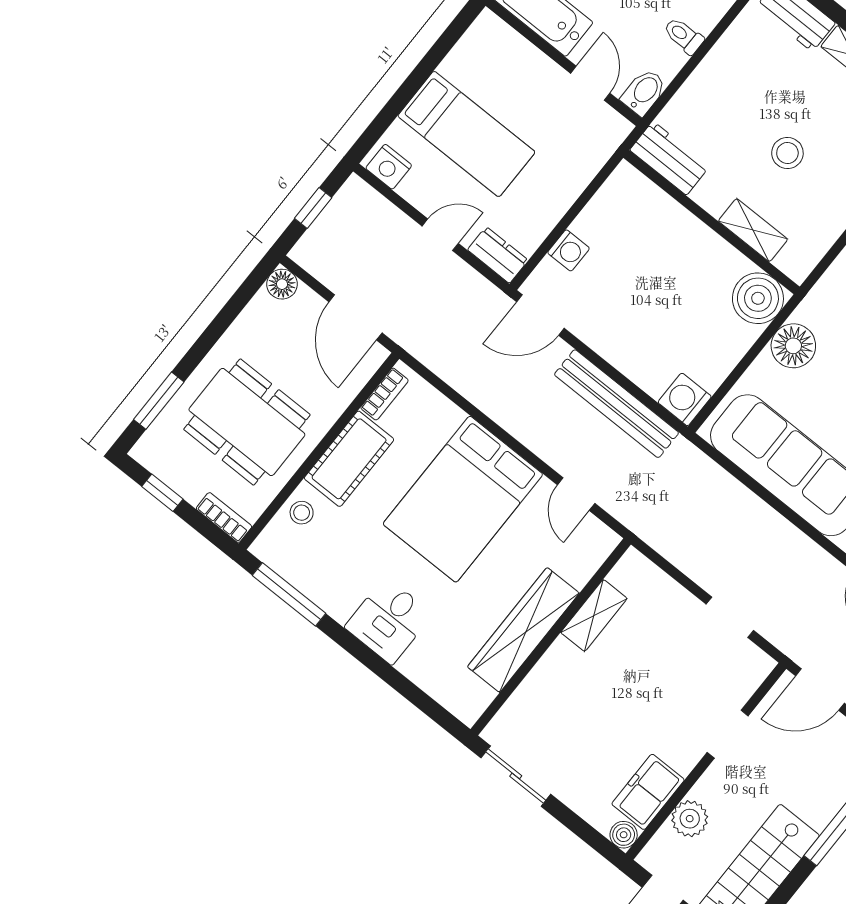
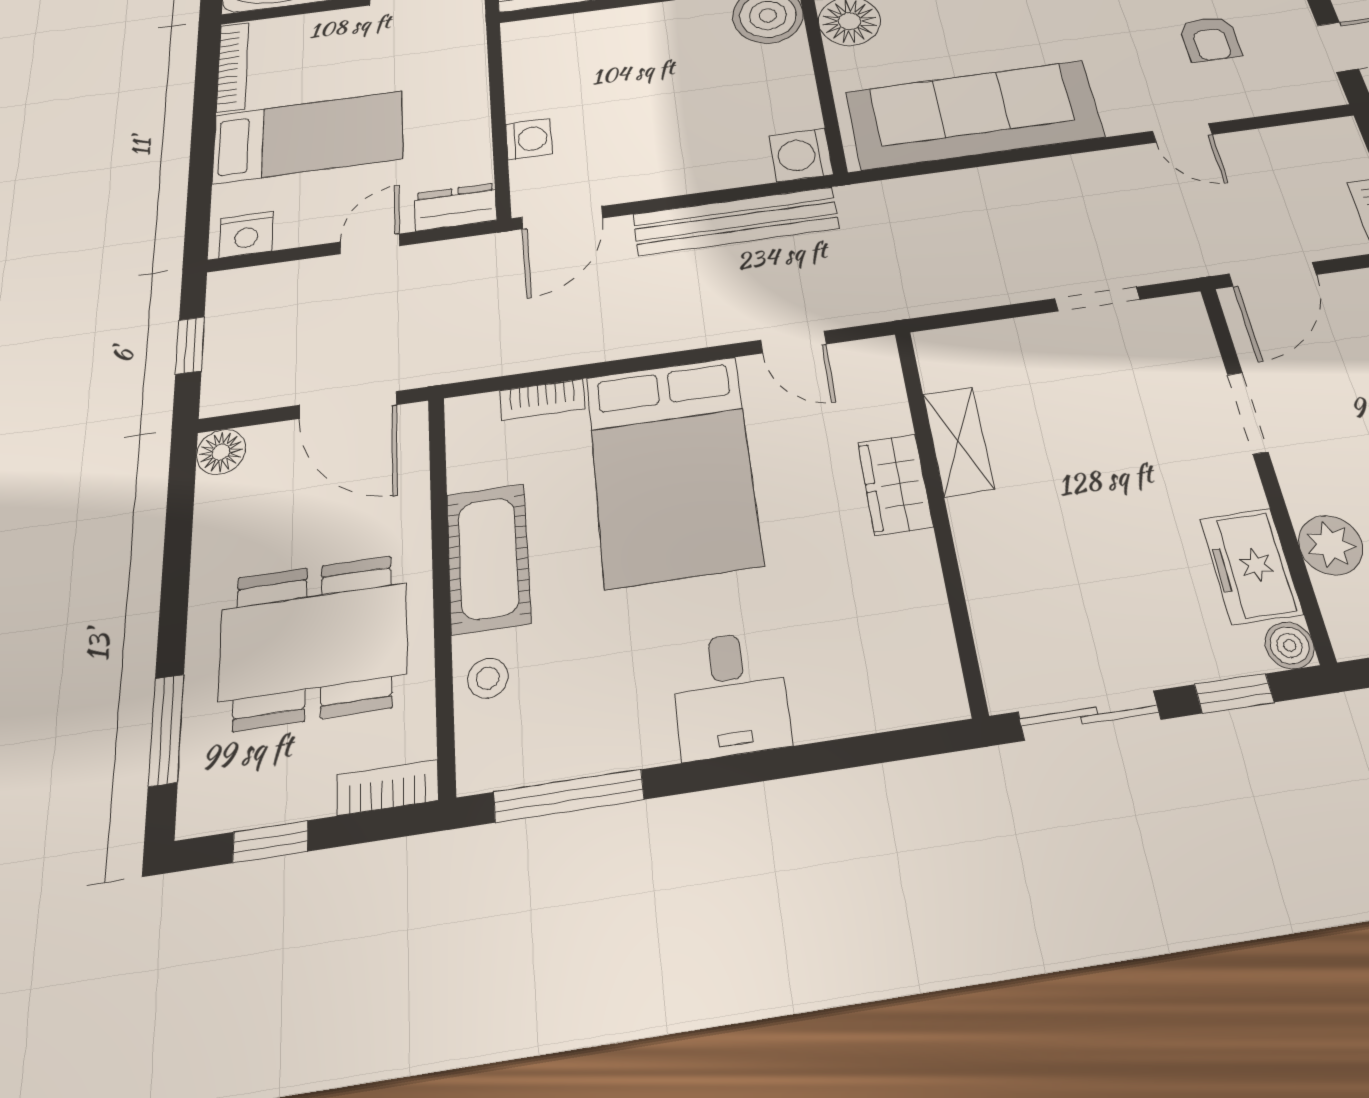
bookcase: (468, 44) -> (233, 67), added
bookcase: (384, 394) -> (542, 400), moved, turned 90
wardrobe: (523, 630) -> (895, 484), width x0.48, depth x0.85
window: (580, 828) -> (1234, 693), added

